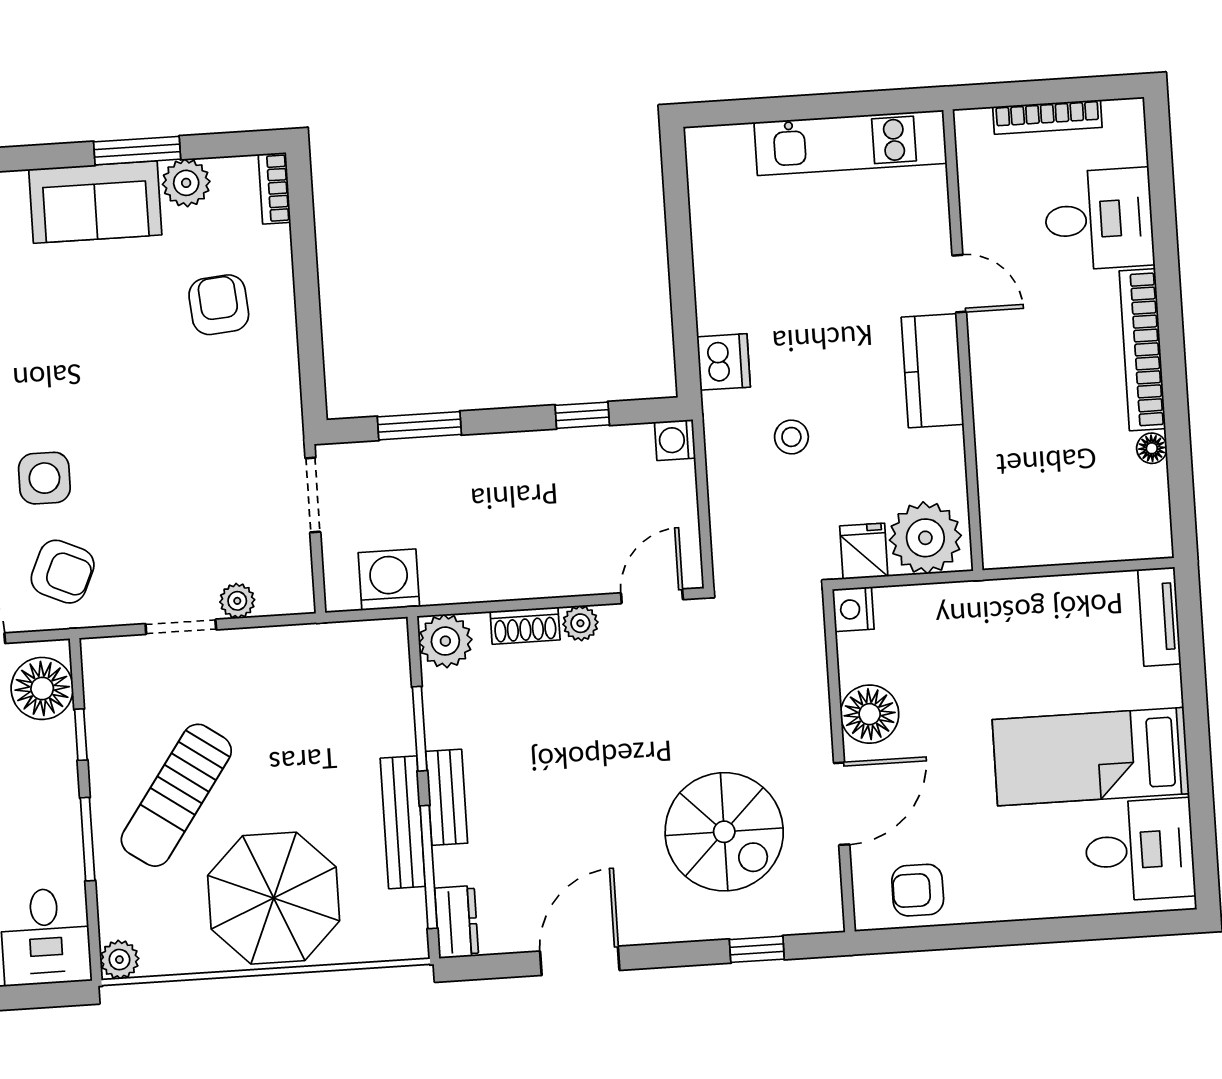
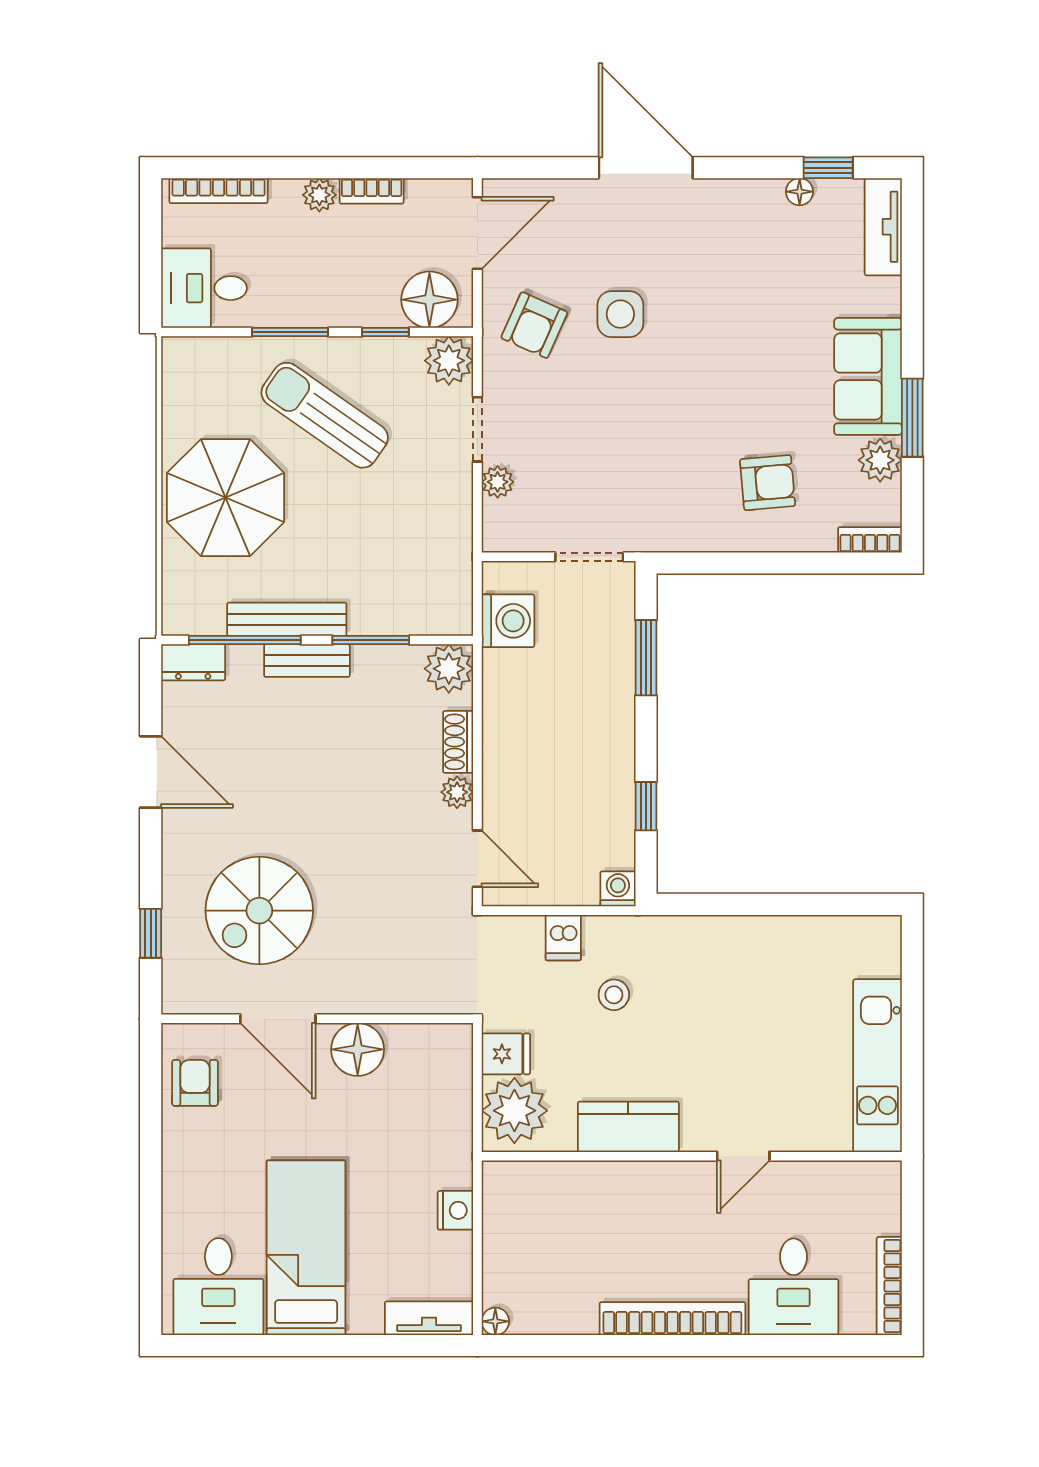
bookcase: (1047, 117) -> (889, 1286), moved
dishwasher: (724, 362) -> (563, 938), moved, width x0.73
kitchen counter: (932, 371) -> (628, 1127), moved
floor lamp: (1152, 448) -> (495, 1321), moved
nightstand: (853, 609) -> (455, 1210), moved, turned 90
plant: (119, 960) -> (449, 361), moved, width x1.38, depth x1.38

